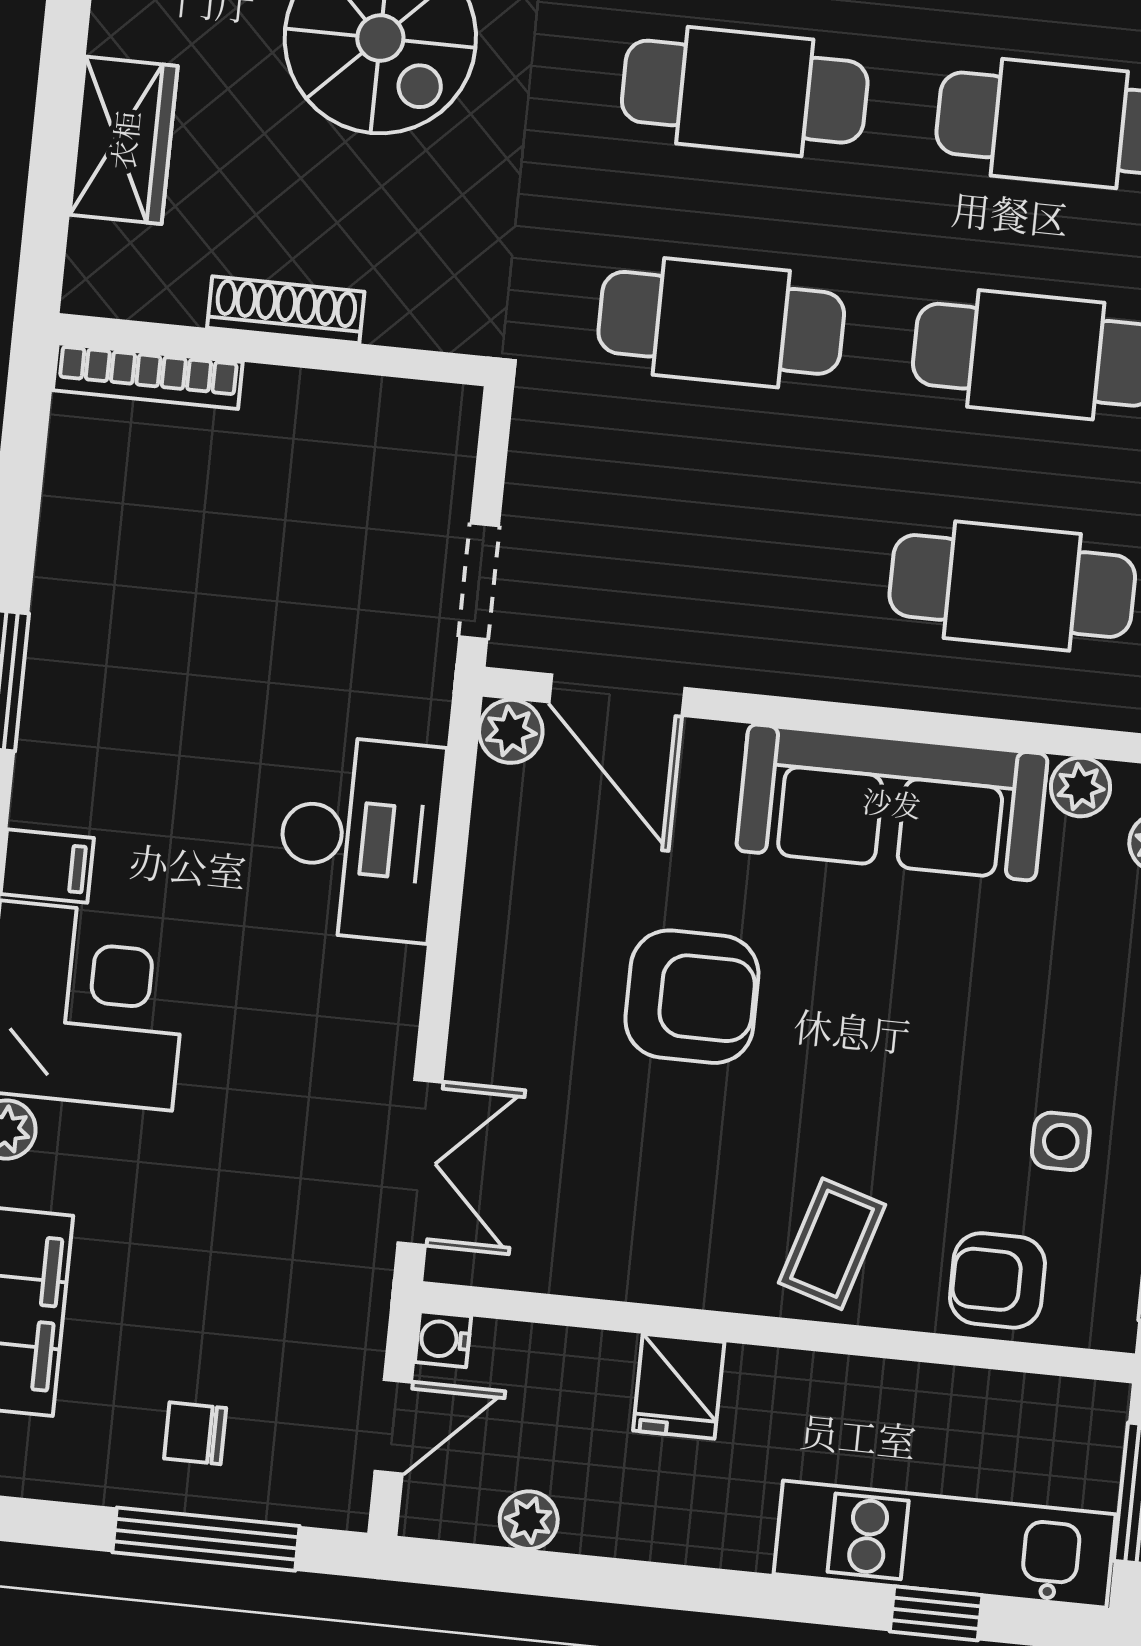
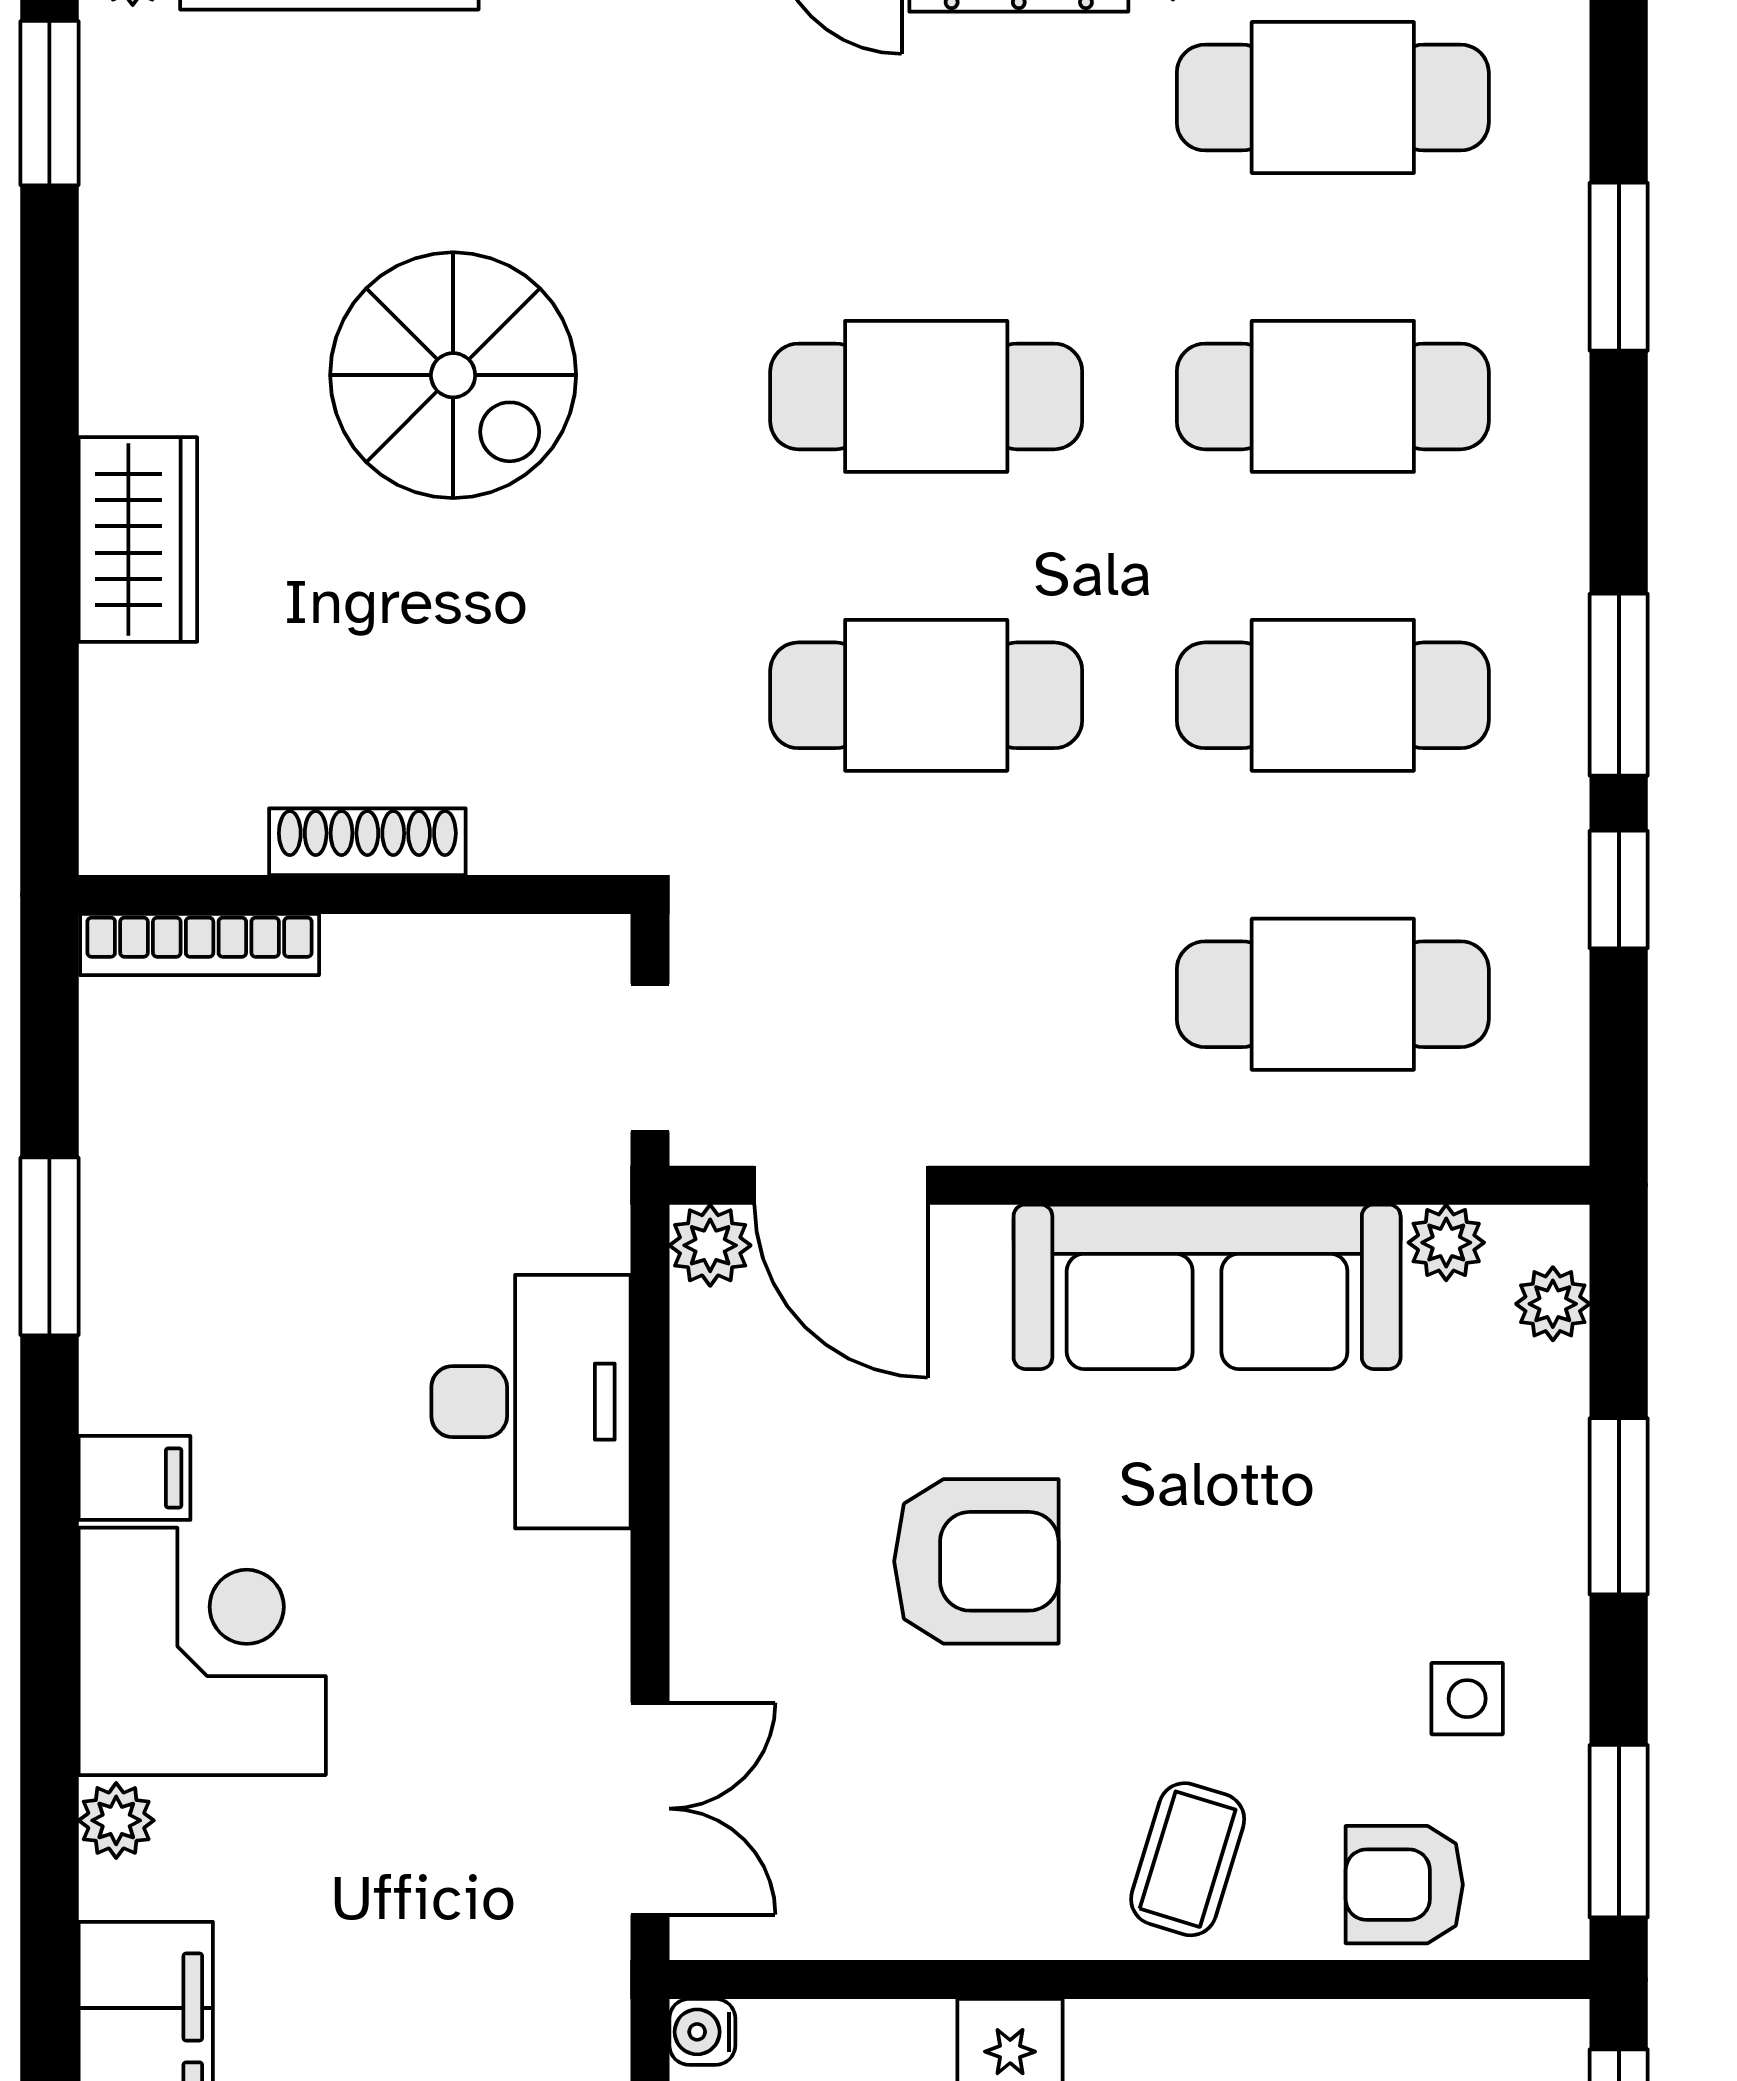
shoe rack: (286, 310) -> (367, 842), moved
wall: (272, 350) -> (355, 895), moved
bookcase: (148, 376) -> (200, 945), moved

